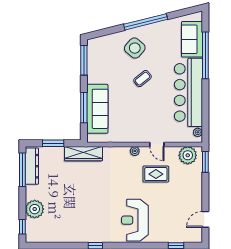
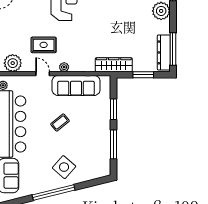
window: (84, 60) -> (113, 144), moved
coffee table: (143, 79) -> (60, 123), moved
window: (84, 108) -> (113, 109), width x0.69
sofa: (97, 109) -> (76, 85), moved, turned -90

